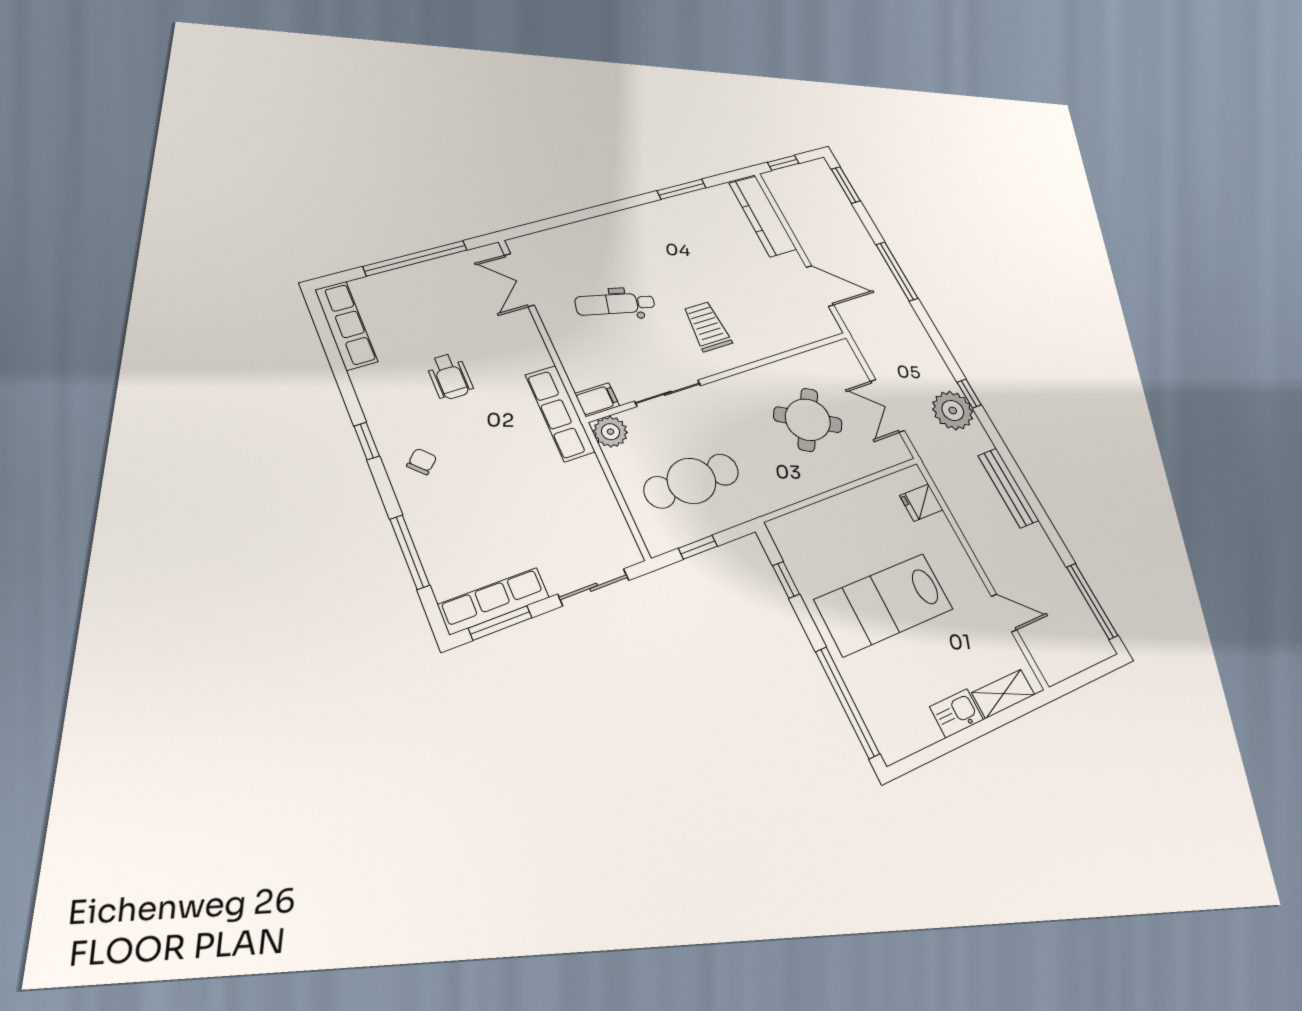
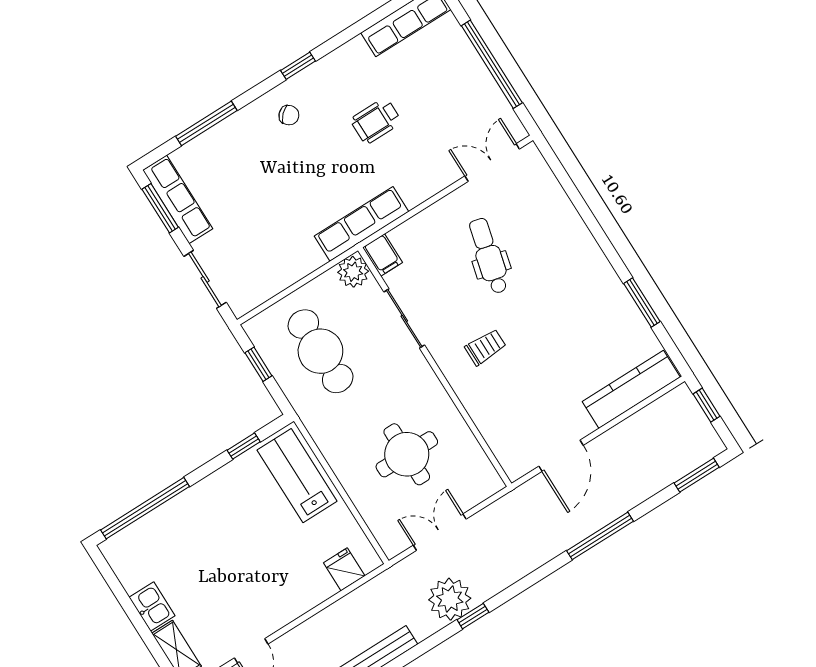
trolley: (707, 326) -> (485, 347), width x0.73, depth x0.72
round table: (808, 420) -> (407, 454), turned -31
lab bench: (884, 604) -> (297, 476), moved, width x0.73, depth x0.72

